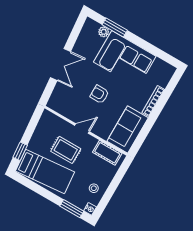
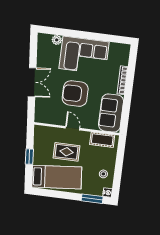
window: (115, 27) -> (64, 32), removed
armchair: (99, 94) -> (75, 94), width x1.88, depth x1.88
door: (82, 128) -> (73, 128), hinge flipped
window: (20, 151) -> (29, 157), moved

